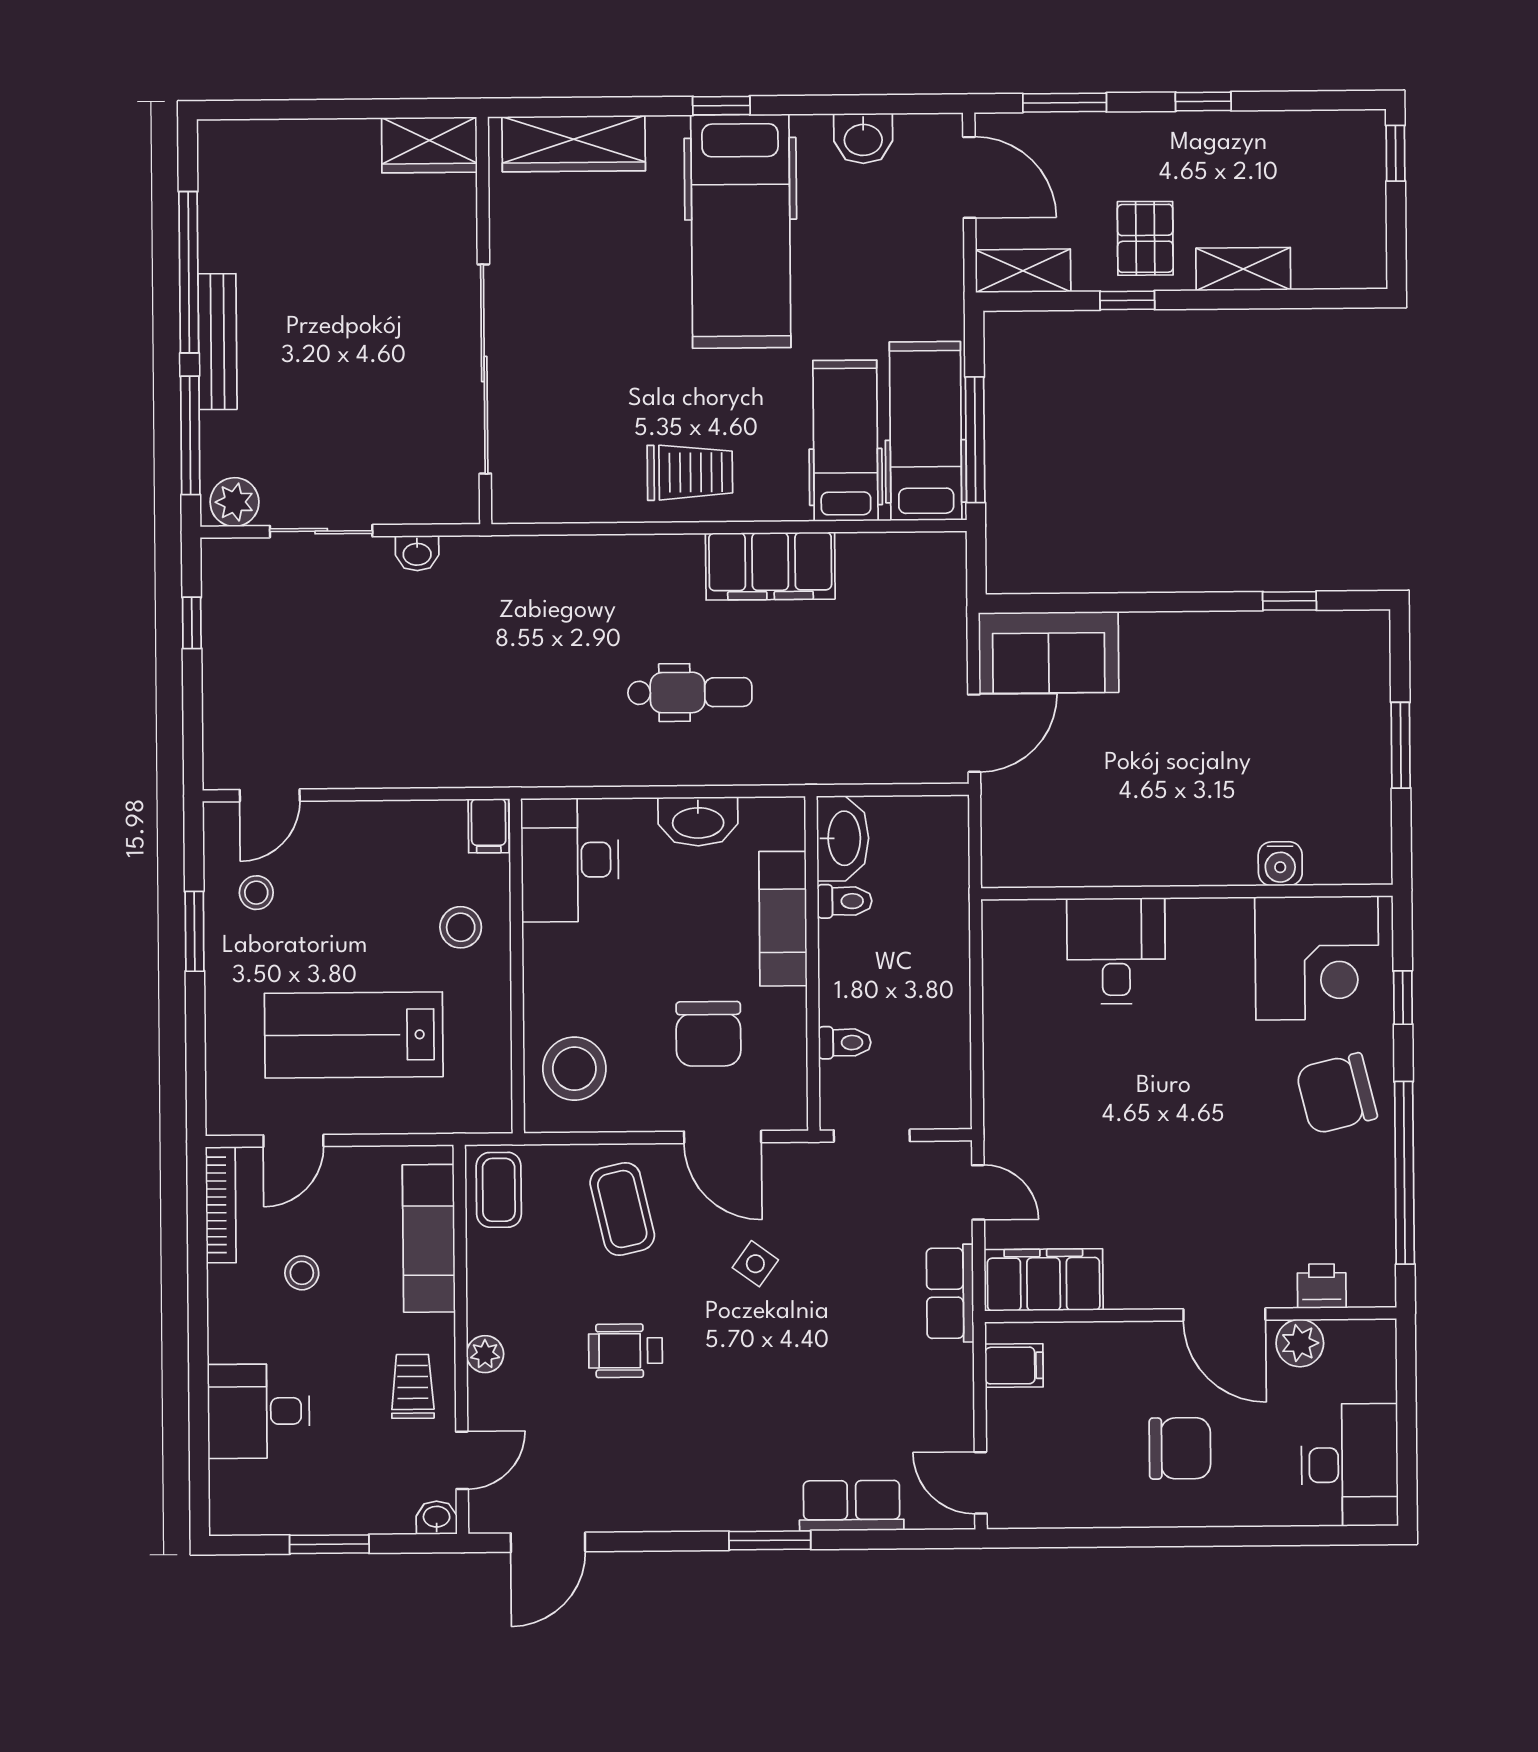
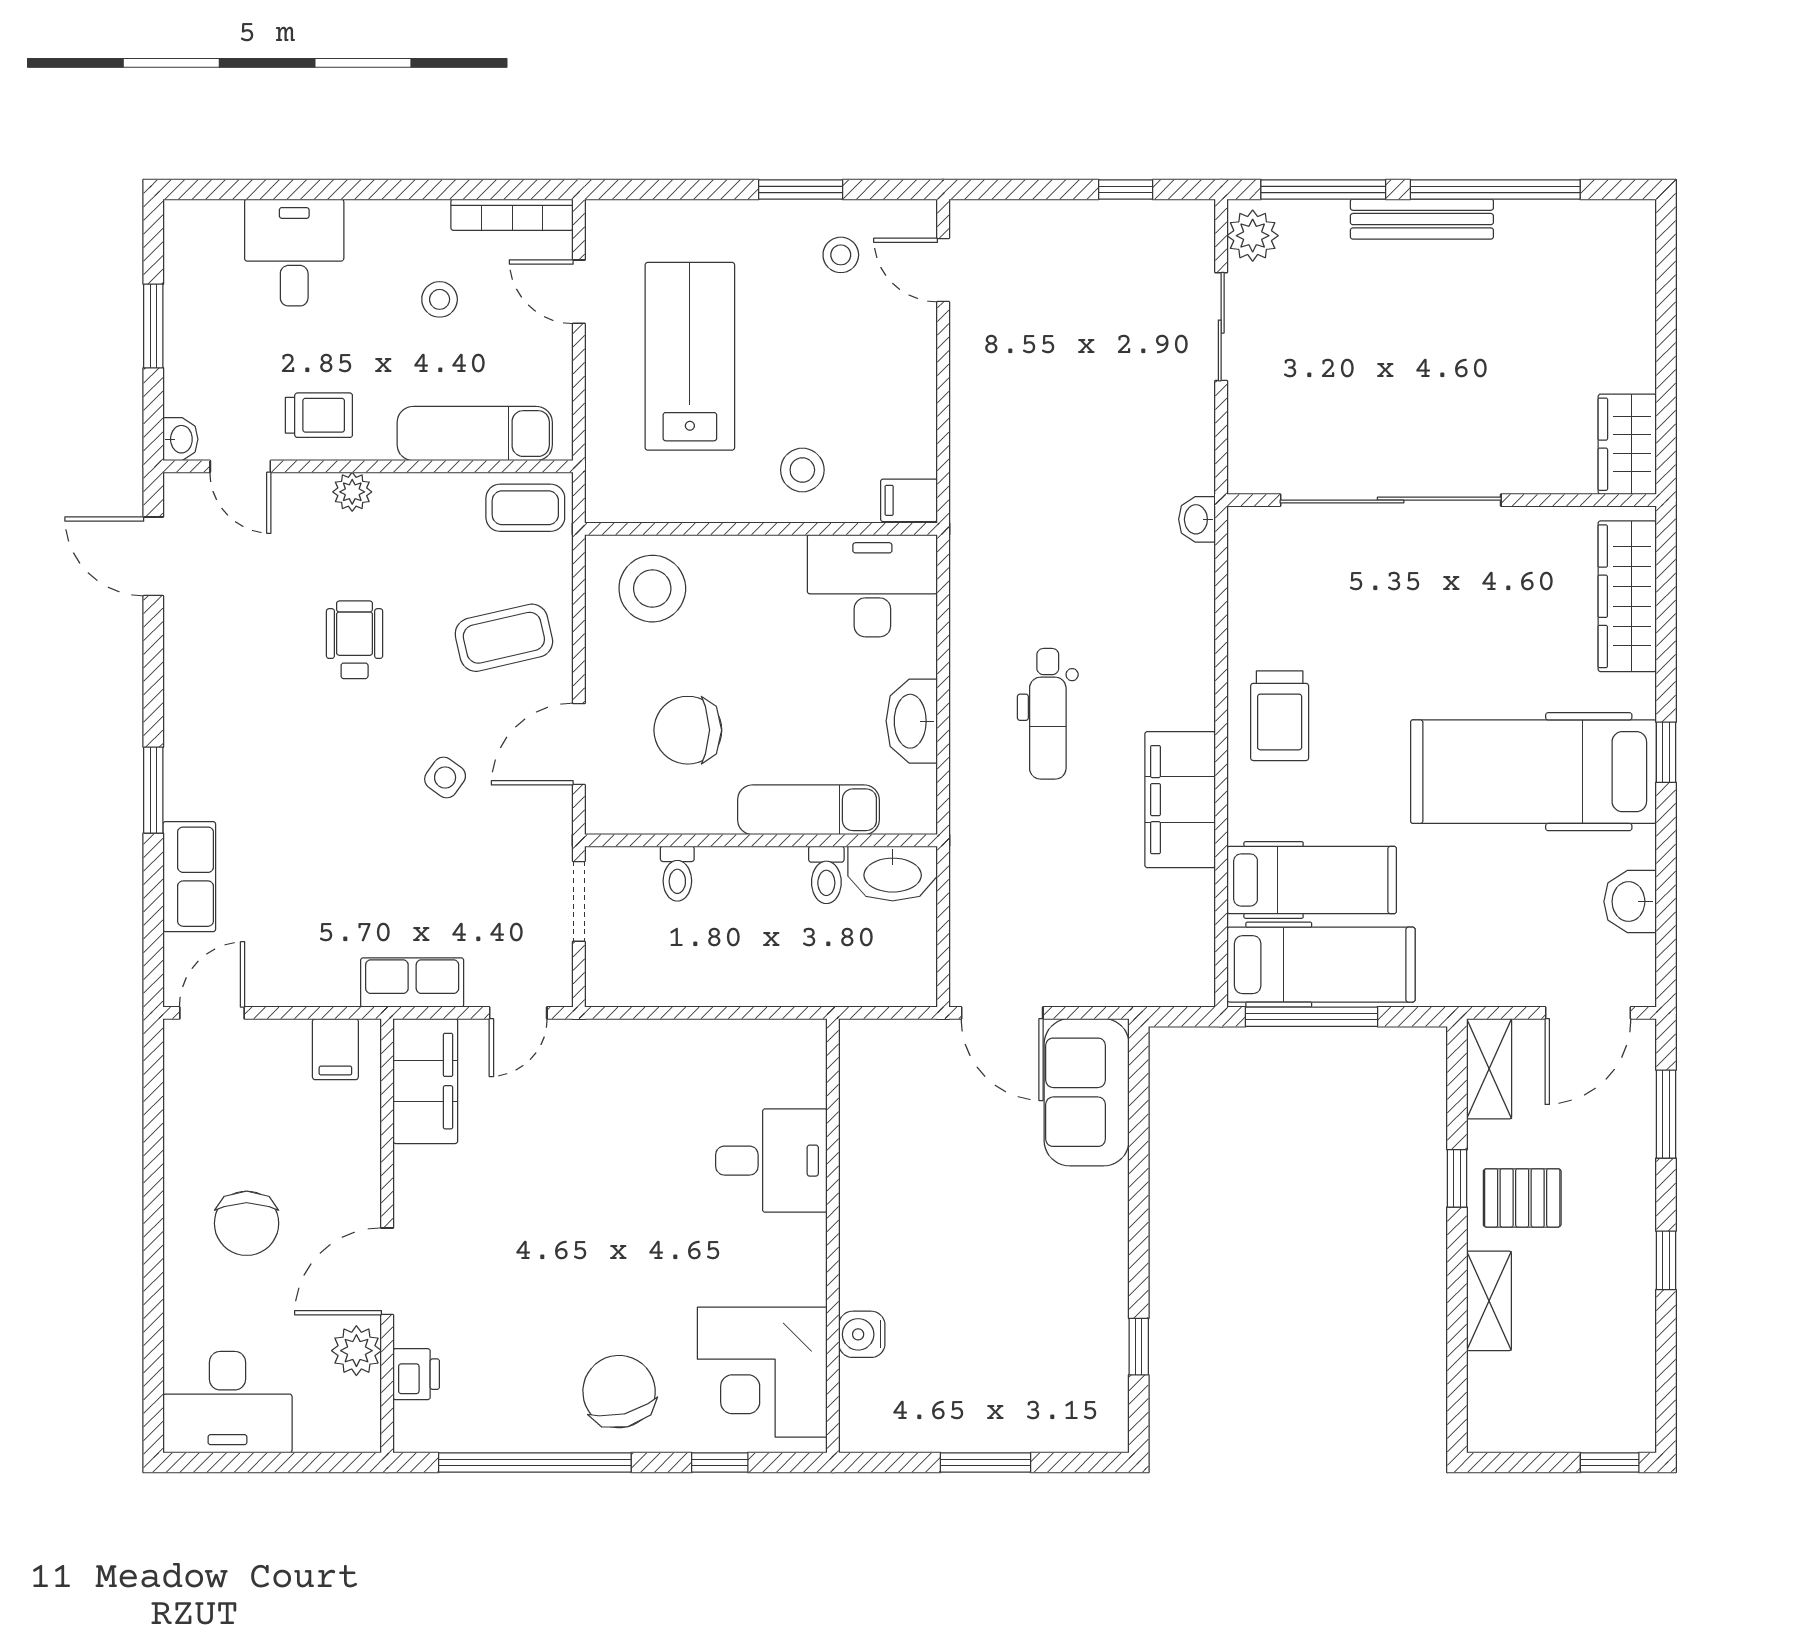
washbasin: (417, 553) -> (1197, 519), moved

